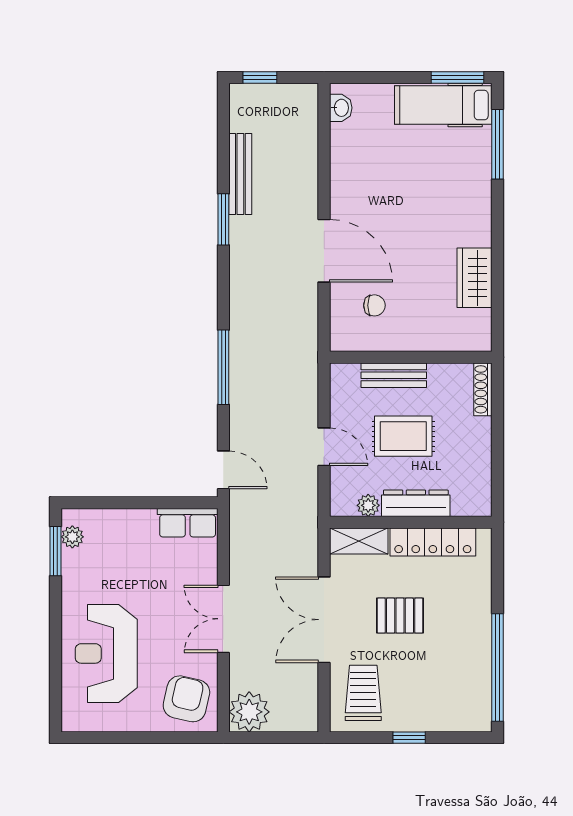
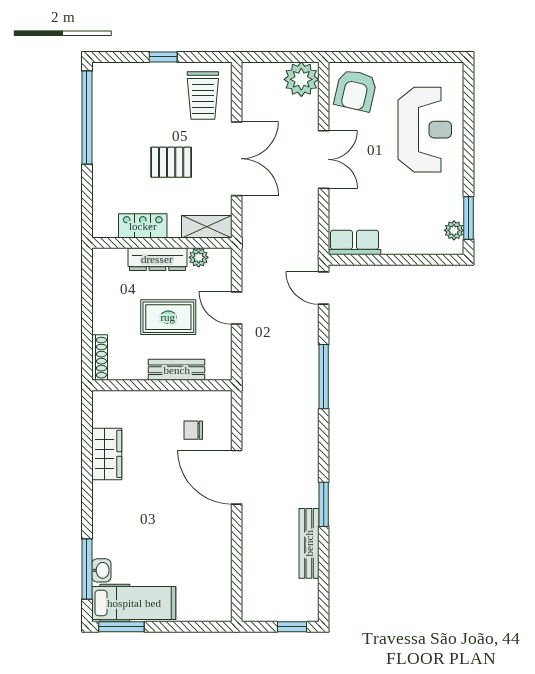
washbasin: (341, 108) -> (101, 570), moved, turned 180
locker: (433, 542) -> (143, 226), width x0.66

